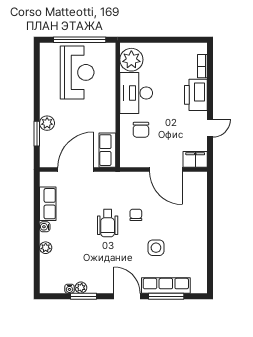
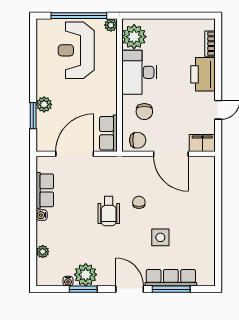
plant: (110, 49) -> (111, 25), added
reception desk: (77, 72) -> (76, 50), turned 180
chair: (135, 157) -> (138, 140), added
plant: (46, 248) -> (43, 252), moved
plant: (81, 288) -> (86, 275), width x1.87, depth x1.87

